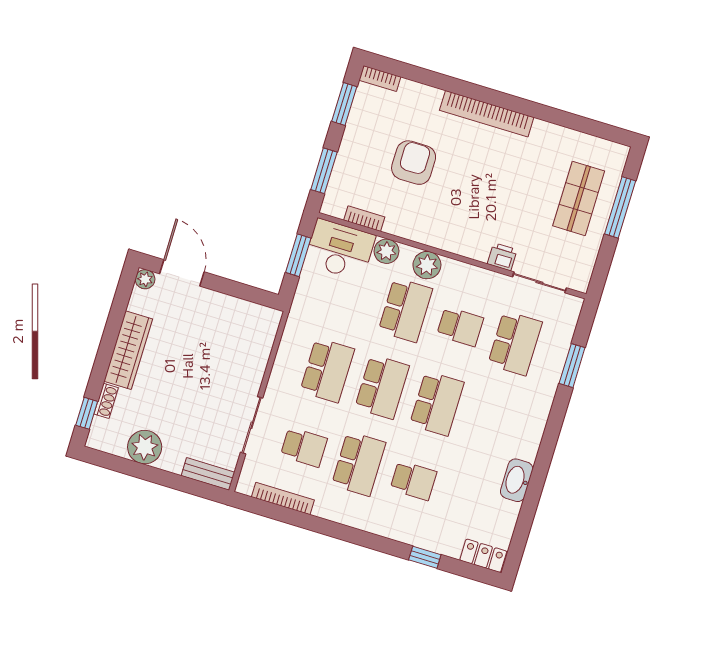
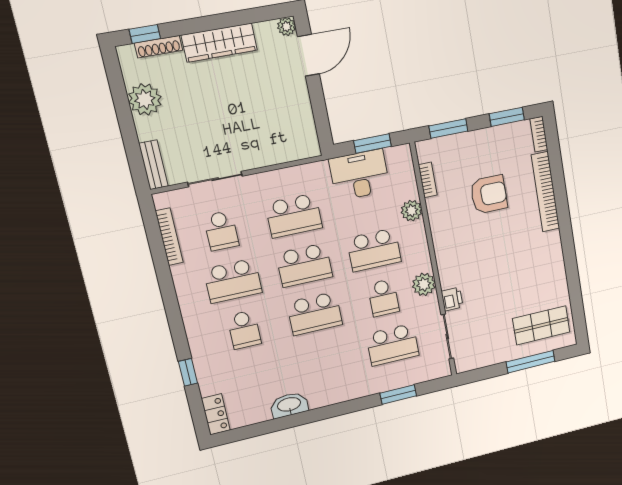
bookcase: (487, 114) -> (545, 192), moved
shop shelf: (579, 198) -> (541, 325), moved
desk: (340, 250) -> (360, 175), moved, turned -90
plant: (427, 265) -> (424, 284), moved
shoe rack: (106, 401) -> (159, 47), width x1.43

